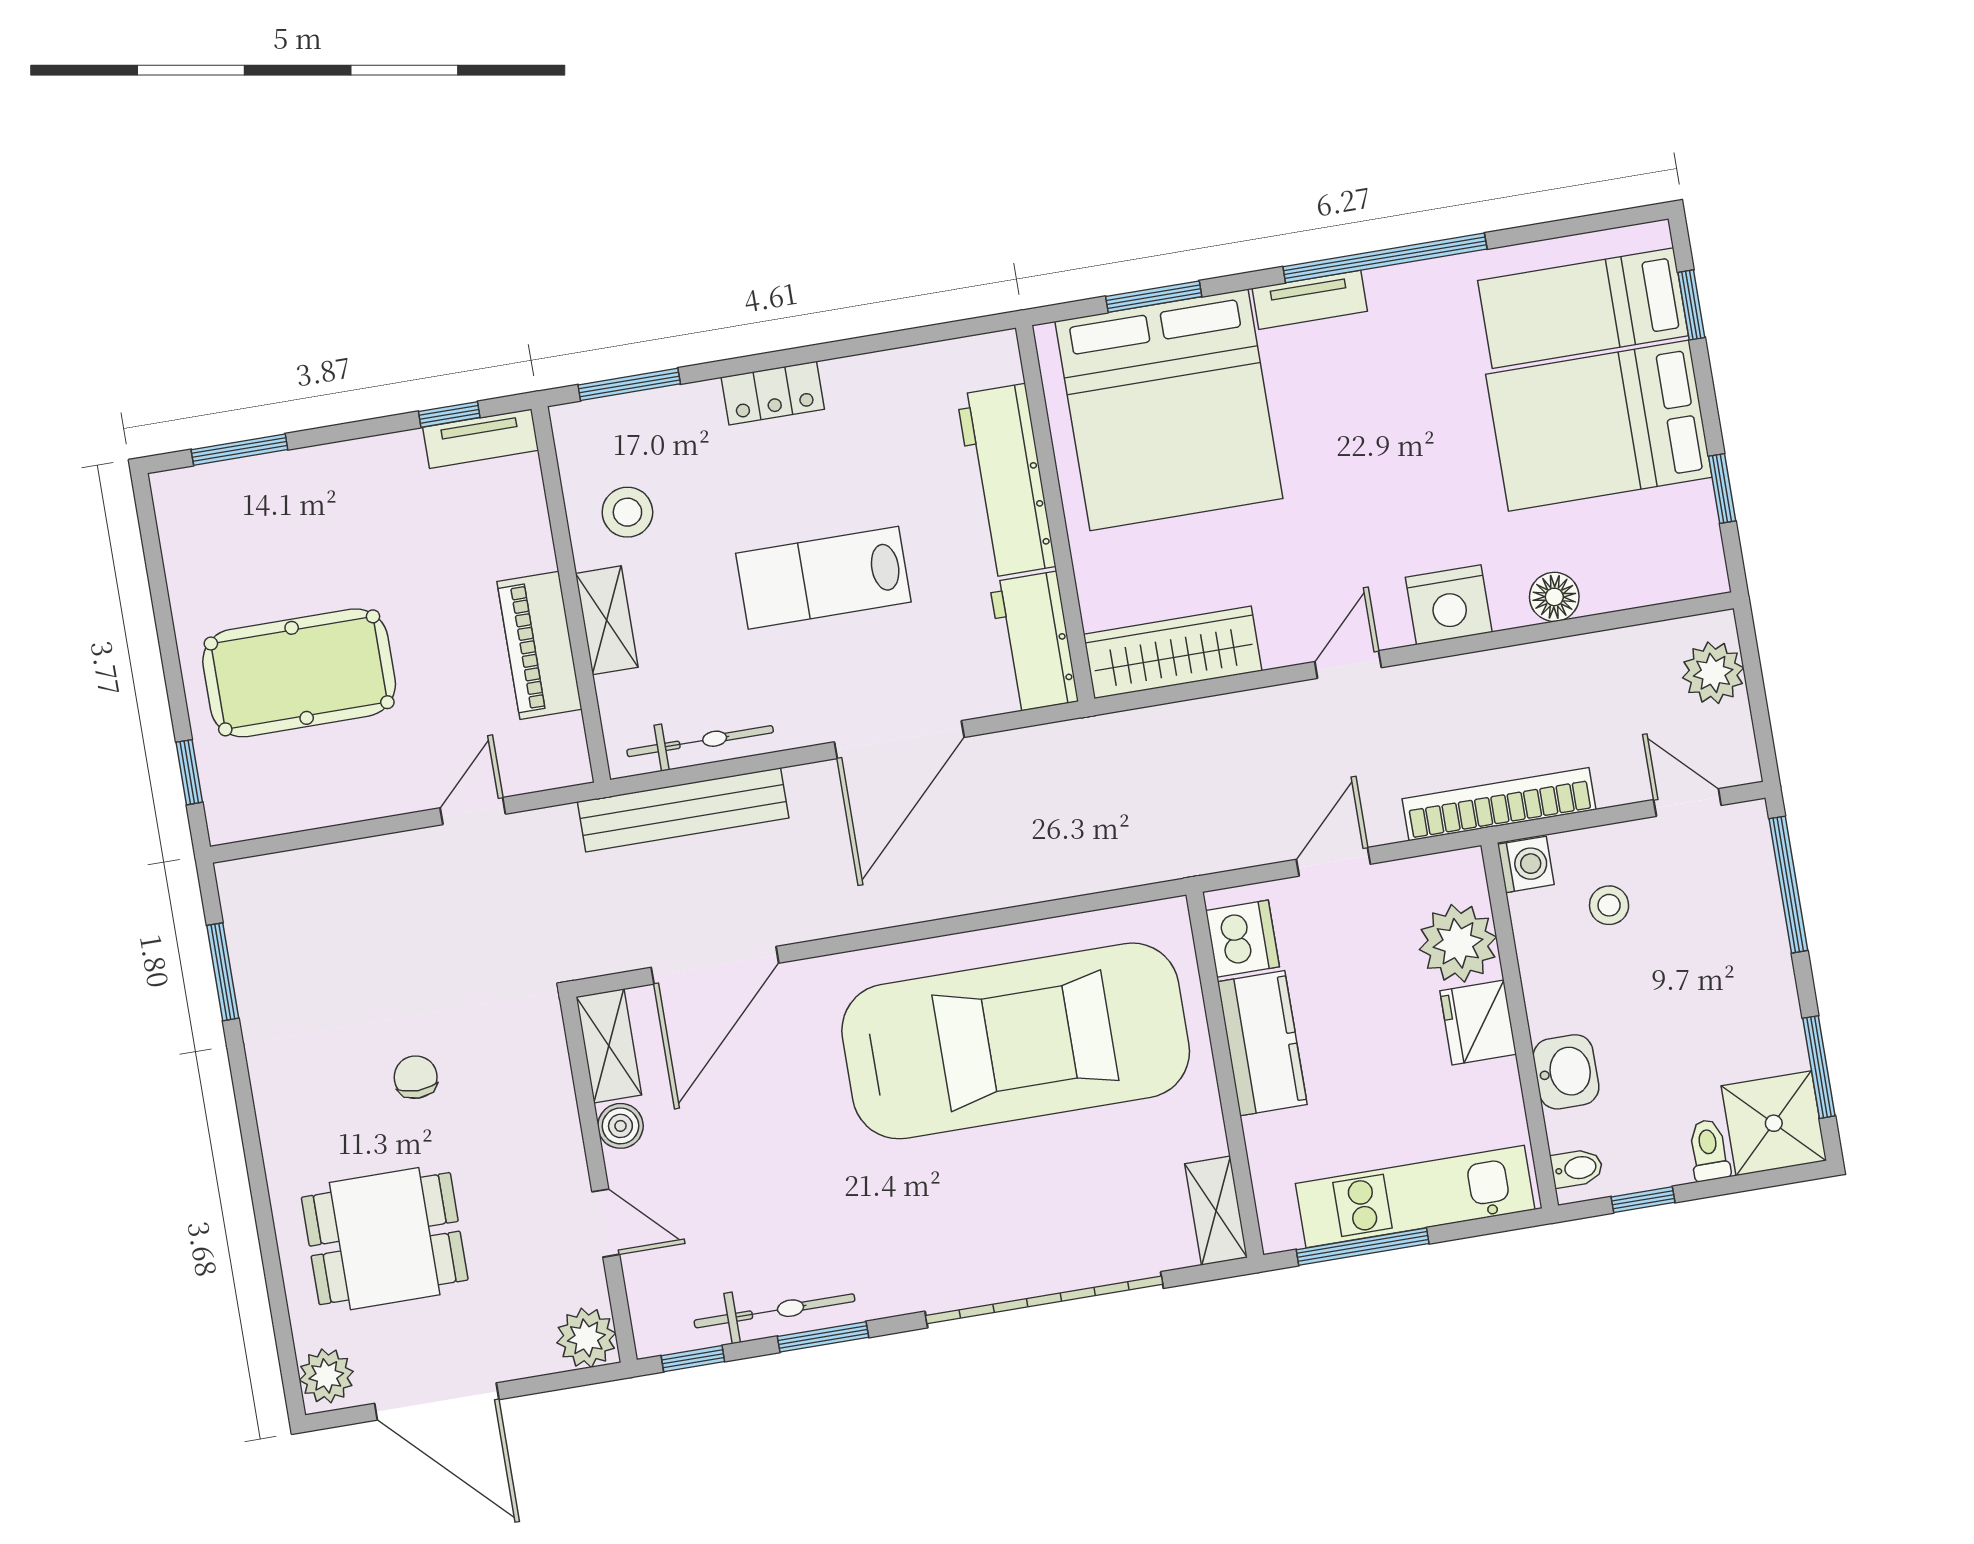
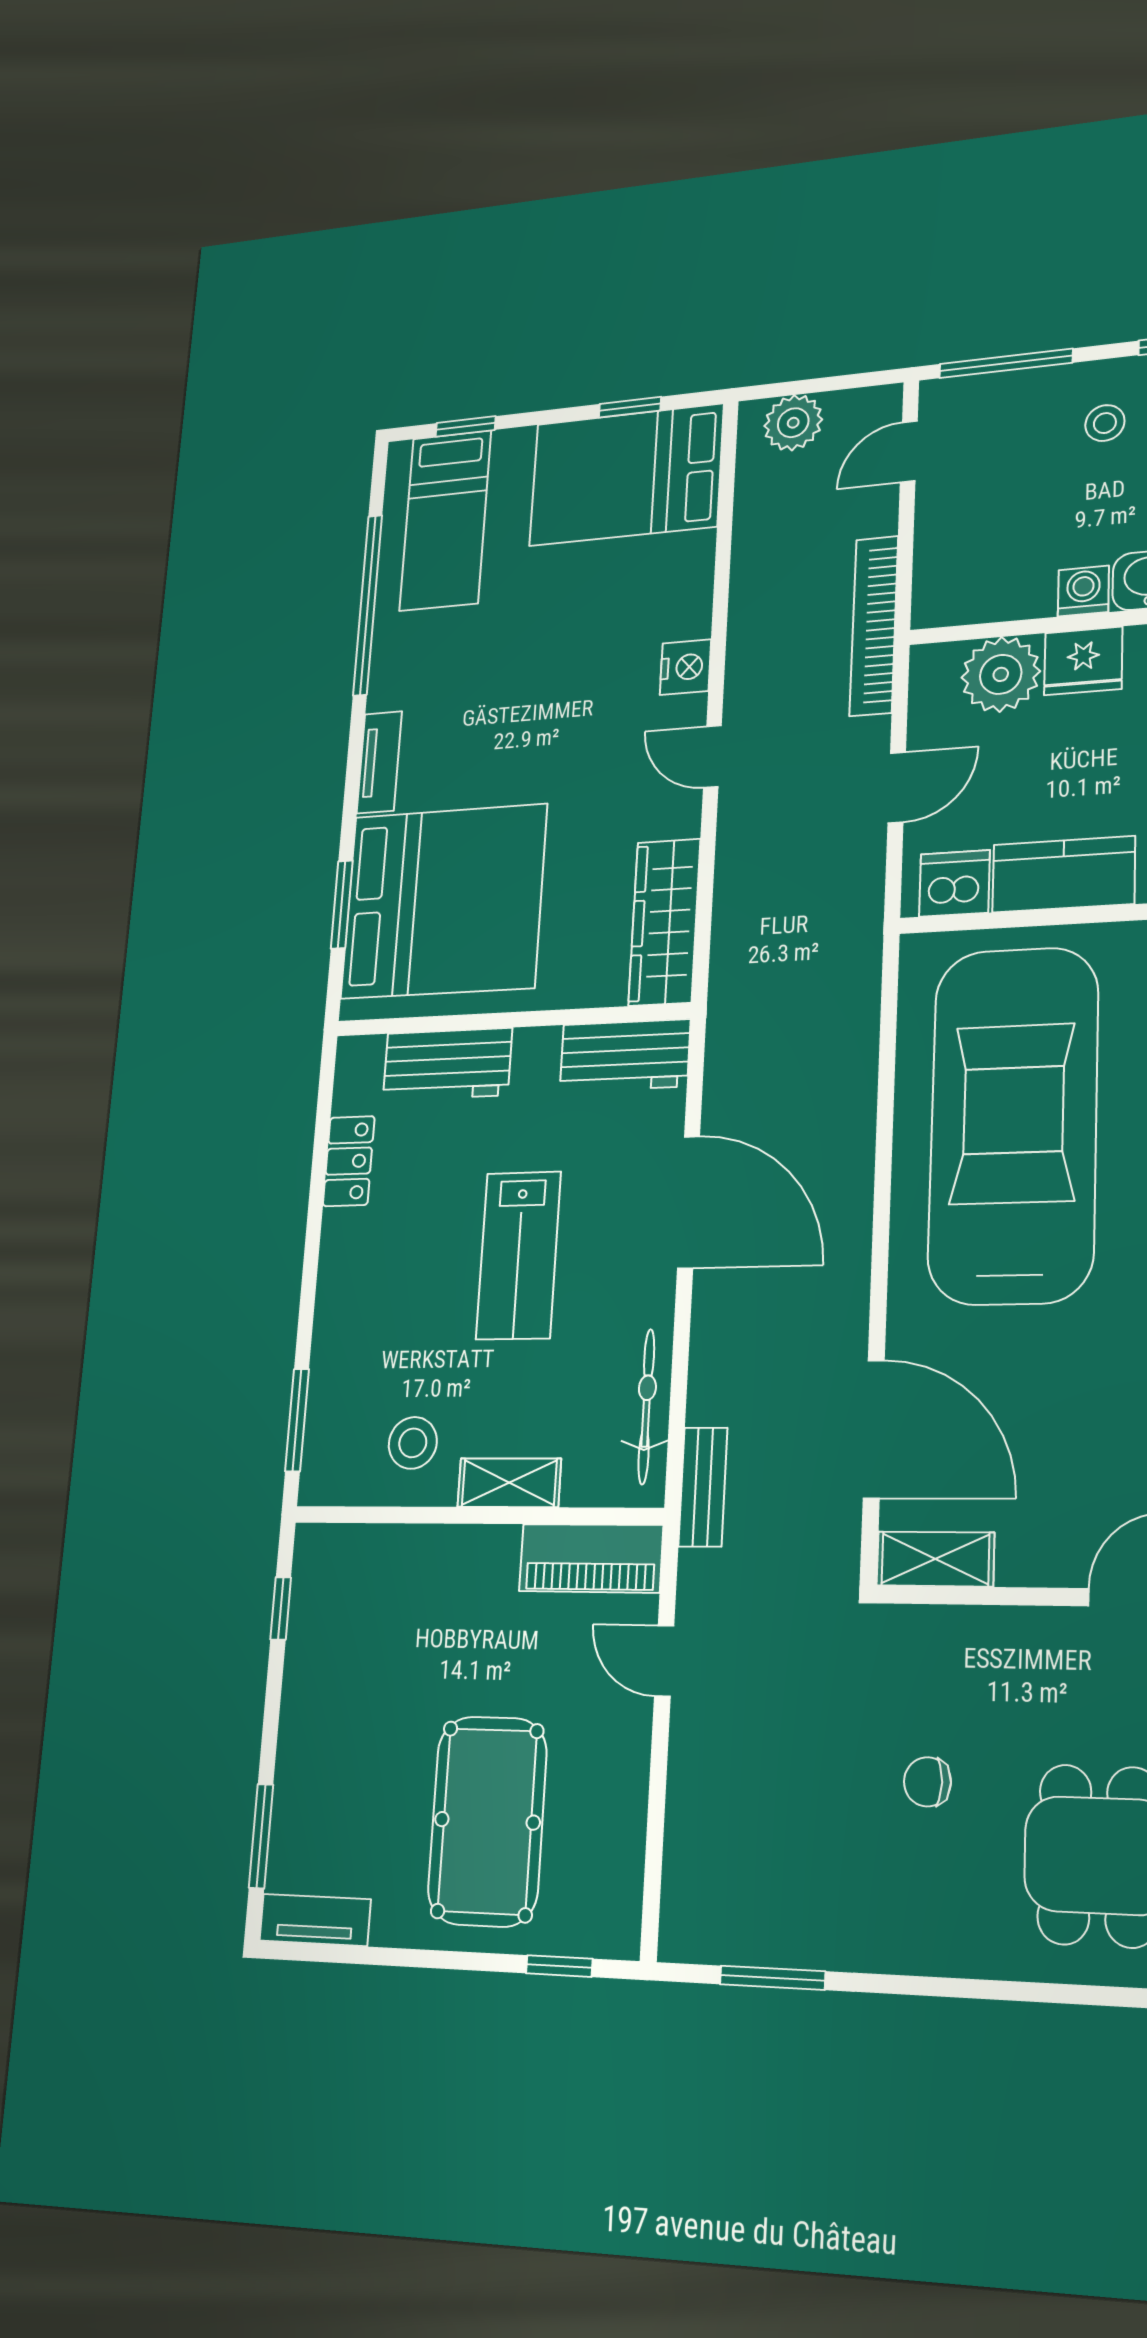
window: (1385, 258) -> (368, 605), moved
locker: (773, 393) -> (349, 1161), moved
bed: (1599, 426) -> (626, 475), moved, turned 90
tv unit: (481, 439) -> (315, 1920), moved, turned -90
workbench: (1006, 481) -> (447, 1064), width x0.73
floor lamp: (1554, 597) -> (692, 562), removed
nightstand: (1449, 605) -> (685, 667), width x0.74, depth x0.75
piano: (539, 645) -> (591, 1558), moved
bench: (683, 810) -> (703, 1487), width x0.54, depth x0.82
door: (1333, 862) -> (897, 787), swing flipped
washing machine: (1526, 864) -> (1083, 591), moved
stool: (1609, 905) -> (1105, 423), moved
boiler: (620, 1126) -> (1023, 1562), removed

